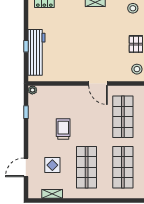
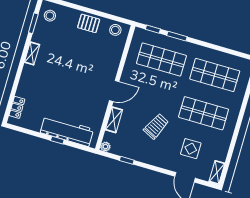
door: (98, 84) -> (114, 91), moved
shelving: (58, 91) -> (114, 120), added
trolley: (63, 129) -> (156, 126), turned 116
shelving: (52, 194) -> (217, 172), moved

